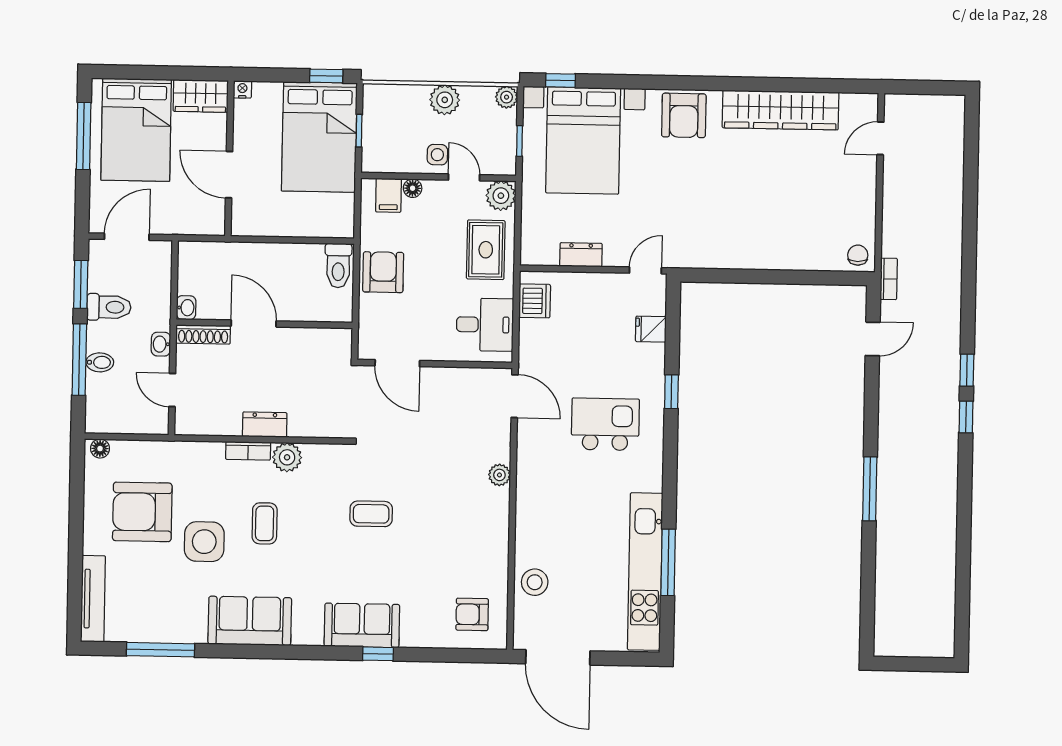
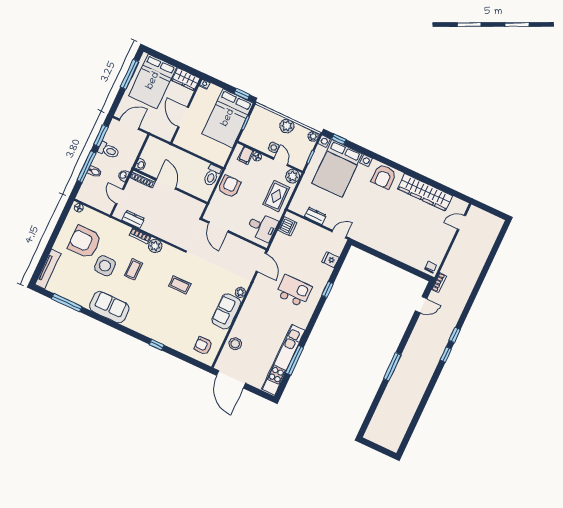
dresser: (265, 425) -> (133, 219), moved
sofa: (362, 625) -> (226, 311), moved, turned -90

